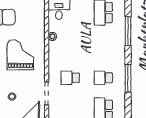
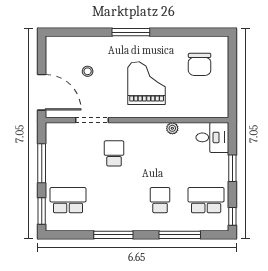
grand piano: (20, 55) -> (147, 83), turned -90
school desk: (103, 78) -> (160, 200), moved

